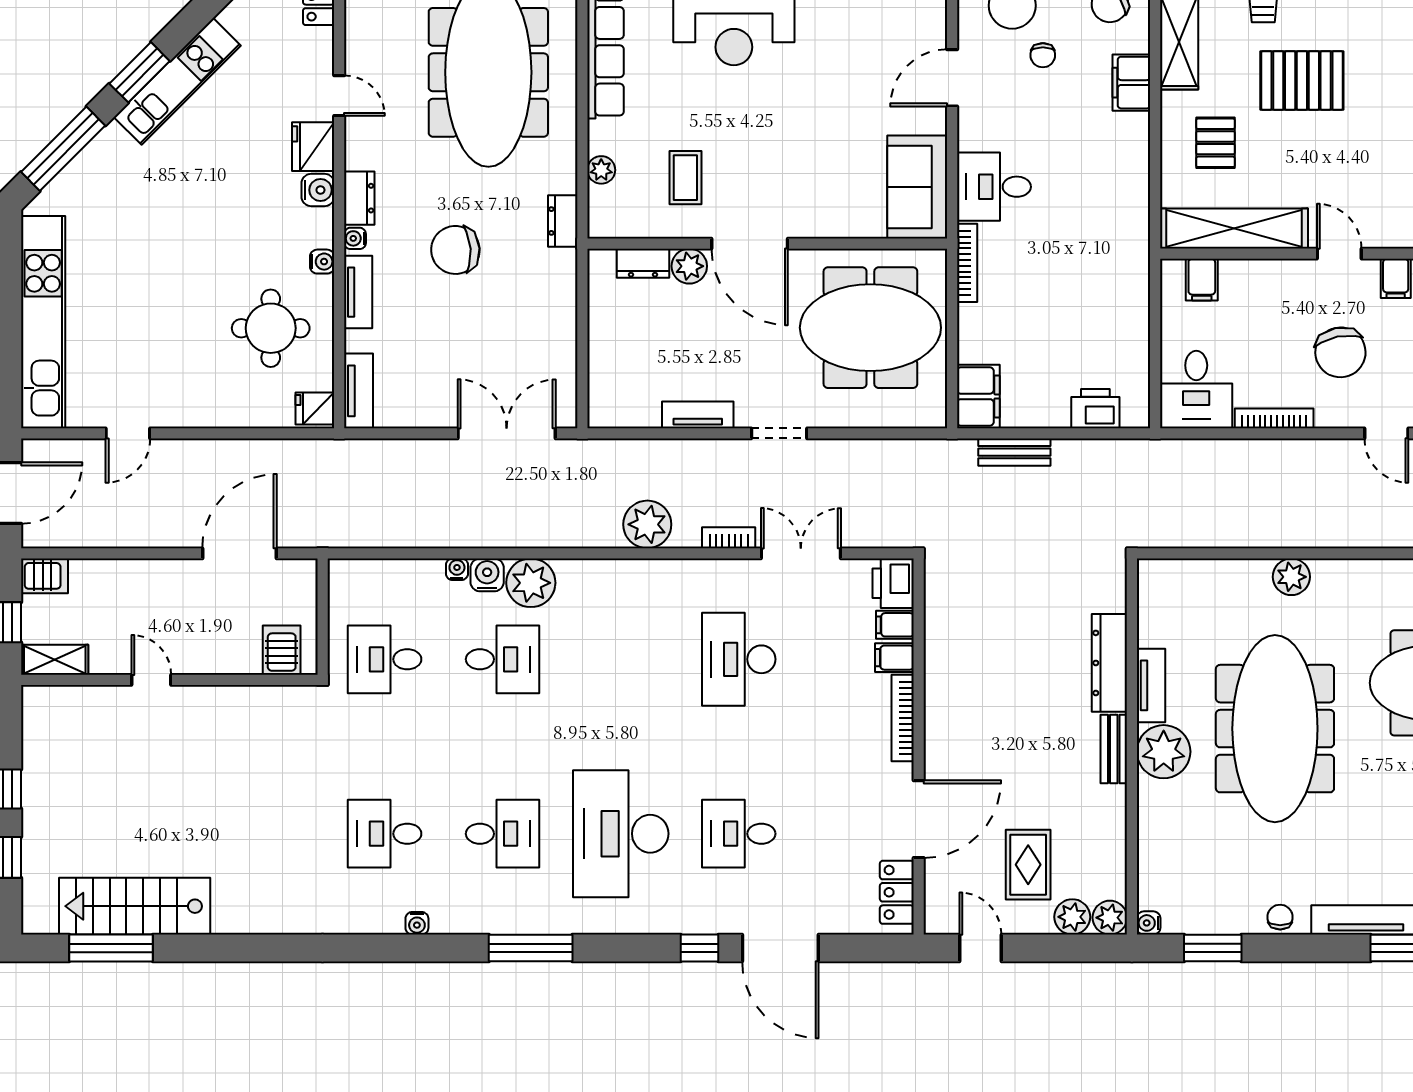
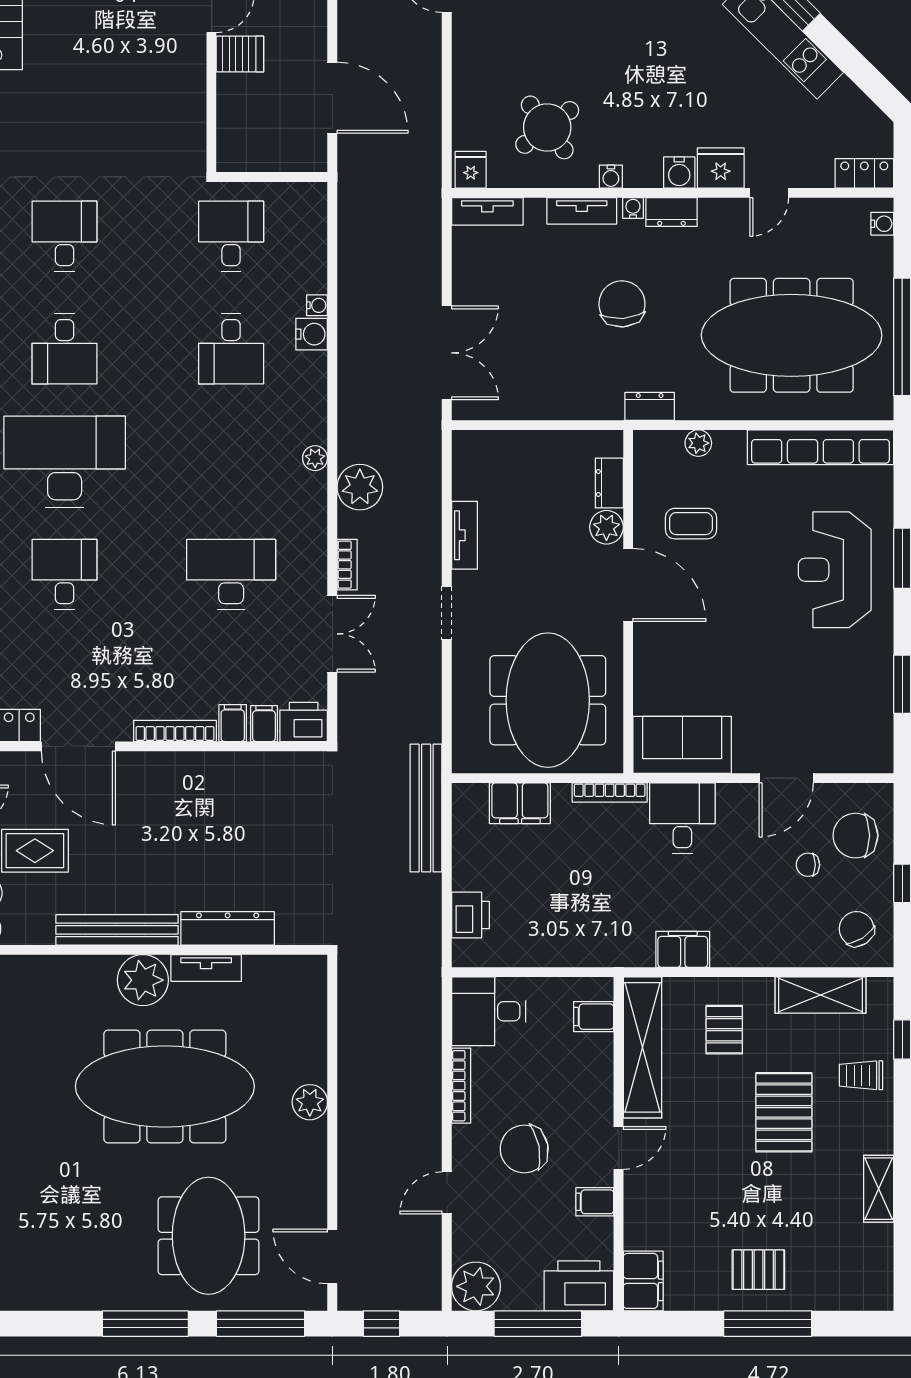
door: (952, 78) -> (786, 778), swing flipped
filing cabinet: (1131, 83) -> (683, 949), moved
pallet: (1215, 143) -> (724, 1030), turned 90
door: (750, 244) -> (628, 585), swing flipped
round table: (271, 328) -> (547, 127), turned -37
filing cabinet: (978, 396) -> (520, 803), moved
bench: (1014, 452) -> (426, 808), width x1.86, depth x1.21
plant: (531, 583) -> (315, 458), moved, width x0.53, depth x0.53
server rack: (282, 650) -> (240, 54), moved
bench: (1114, 749) -> (117, 930), width x1.86, depth x1.21

